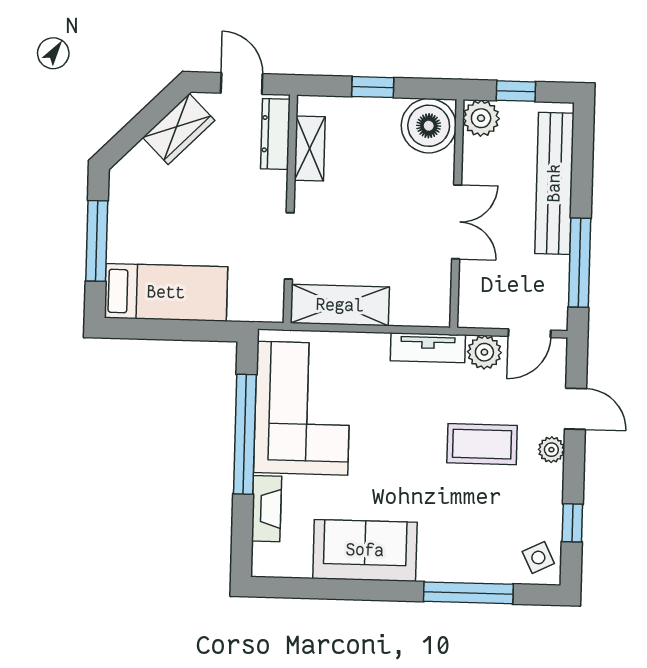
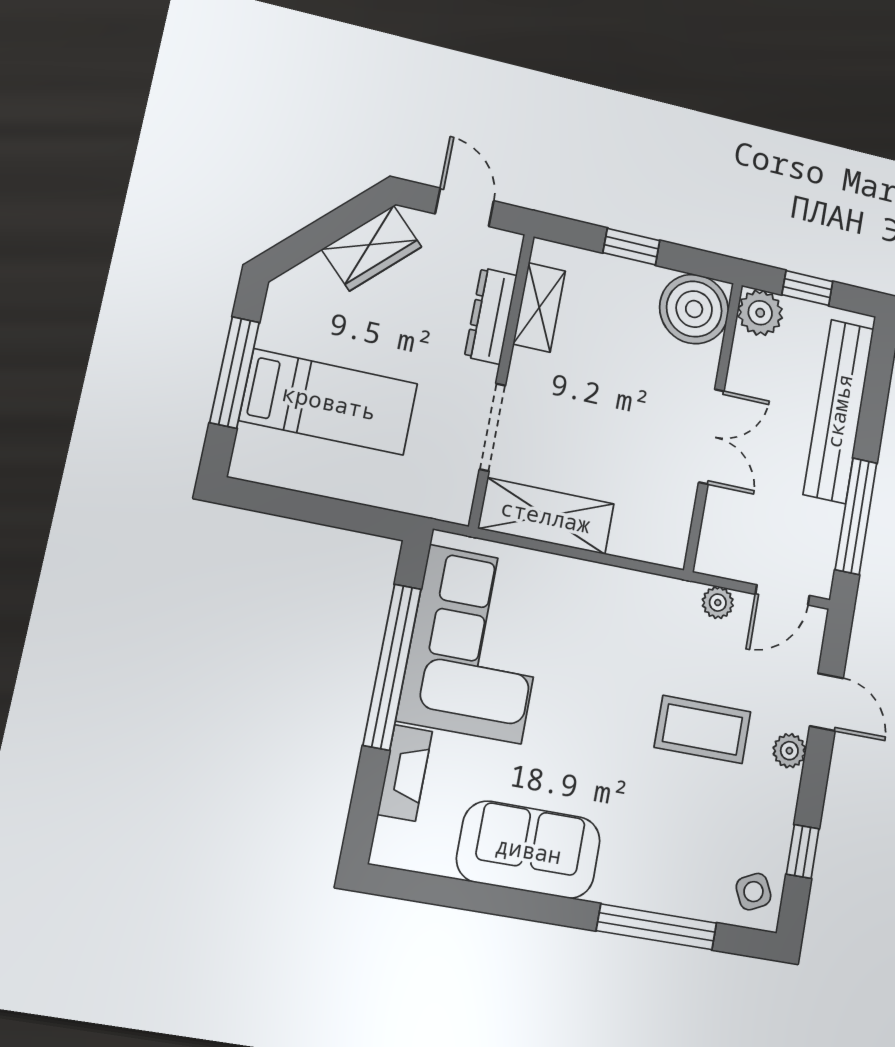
dresser: (275, 134) -> (491, 316), moved
bed: (166, 292) -> (329, 402), moved
tv unit: (428, 348) -> (652, 592), removed
plant: (484, 352) -> (718, 603), width x0.73, depth x0.73

